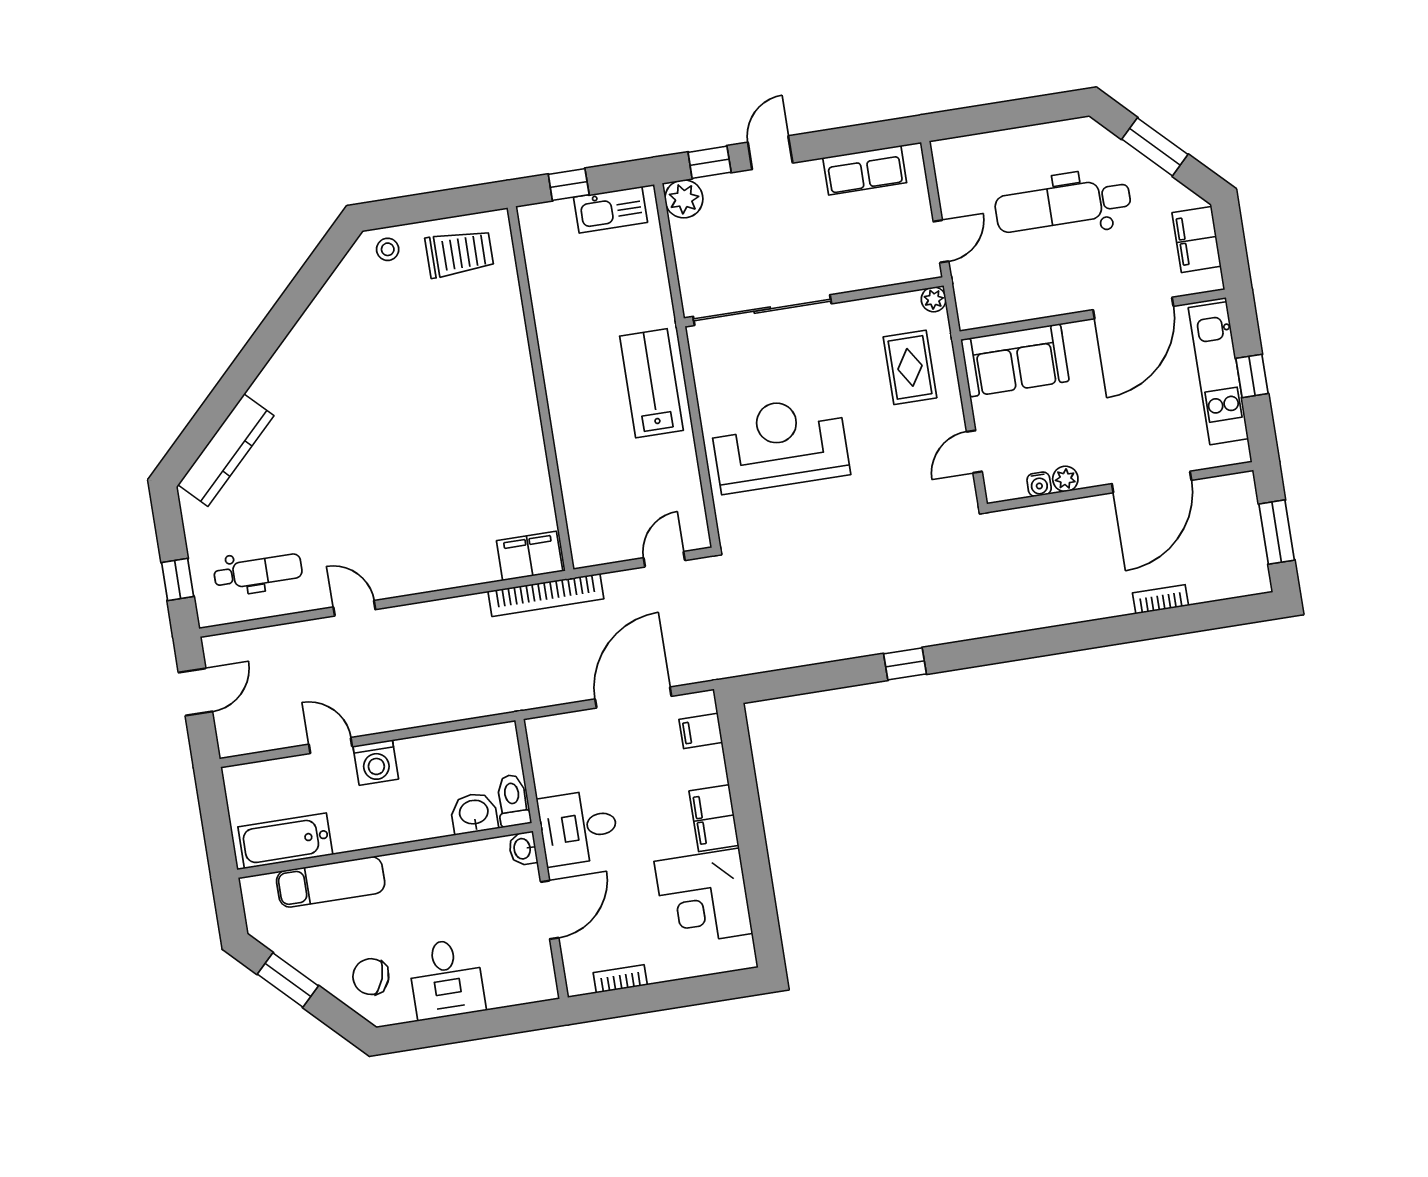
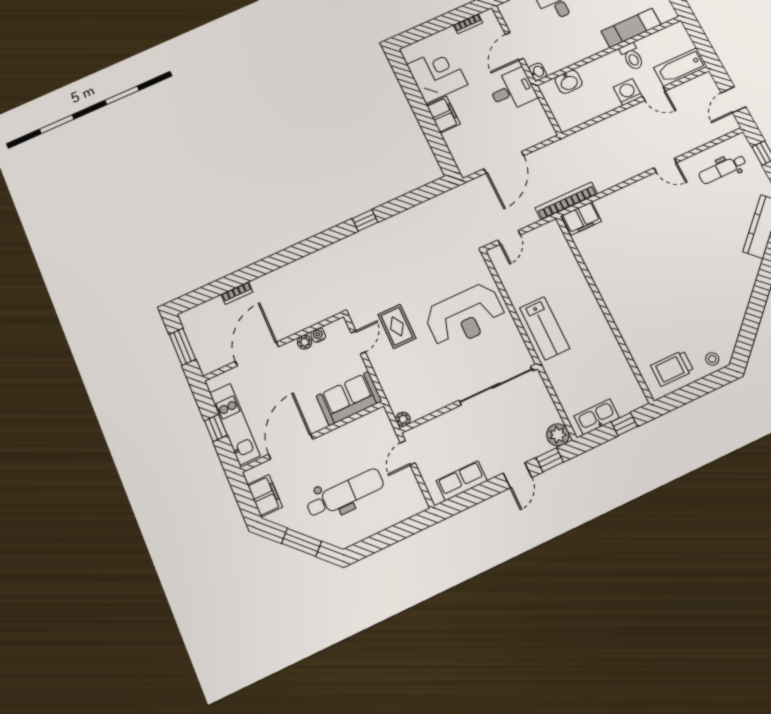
rug: (910, 367) -> (397, 326), moved
filing cabinet: (701, 731) -> (463, 156), removed
toilet: (513, 800) -> (632, 57), moved
bathtub: (285, 841) -> (680, 67), moved, turned 180

